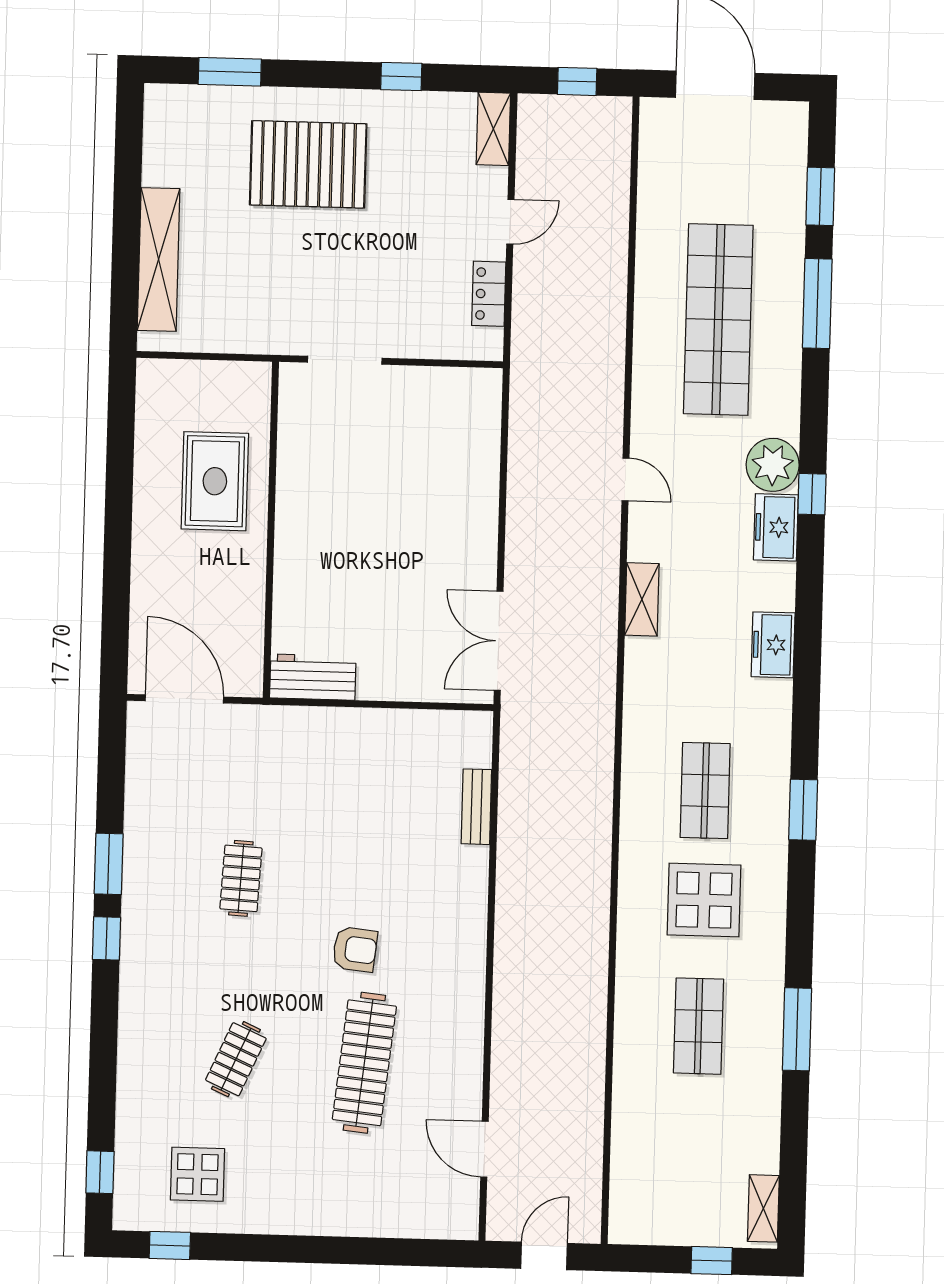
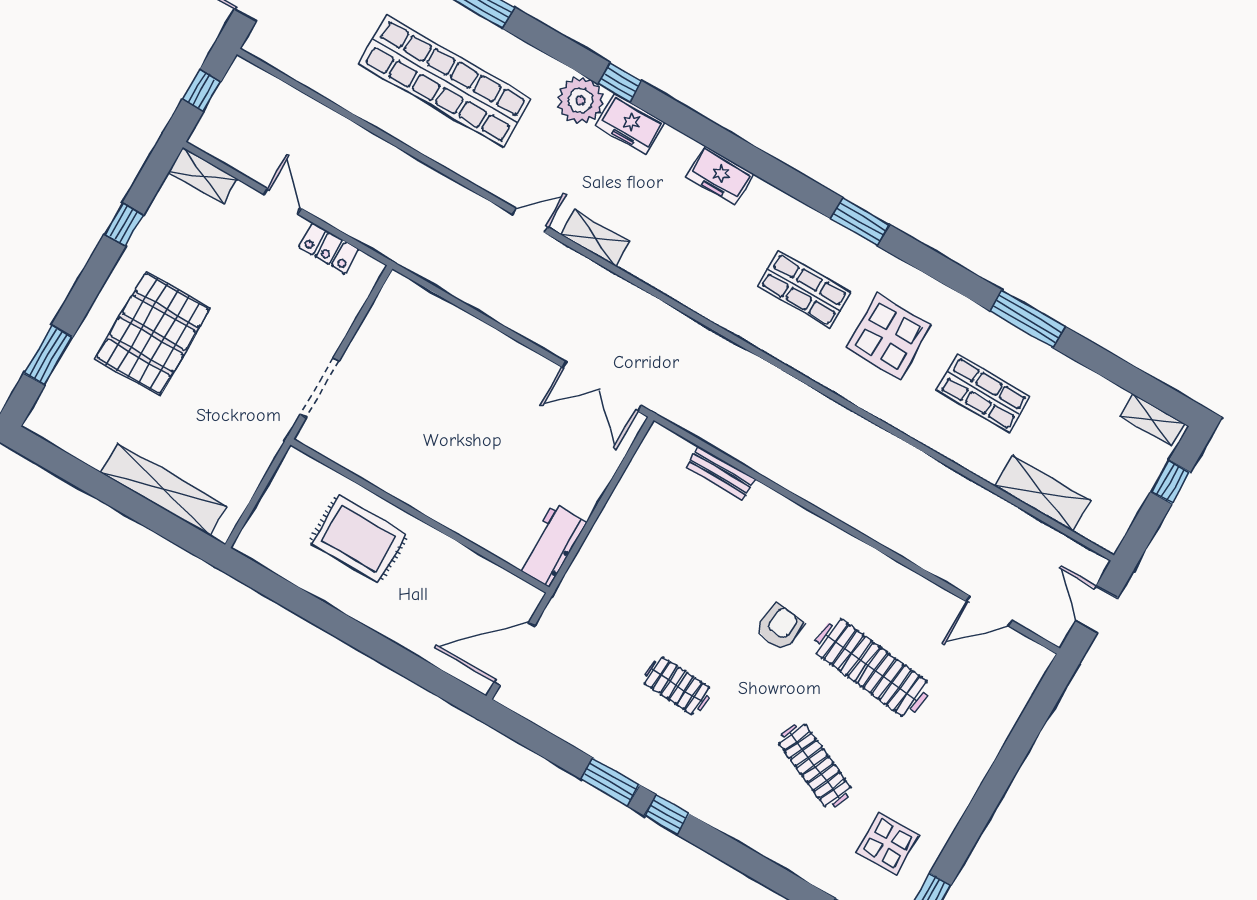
shelving: (642, 599) -> (595, 238), moved
clothes rail: (236, 1059) -> (815, 765), width x1.36
shelving: (631, 1139) -> (1043, 493), added

